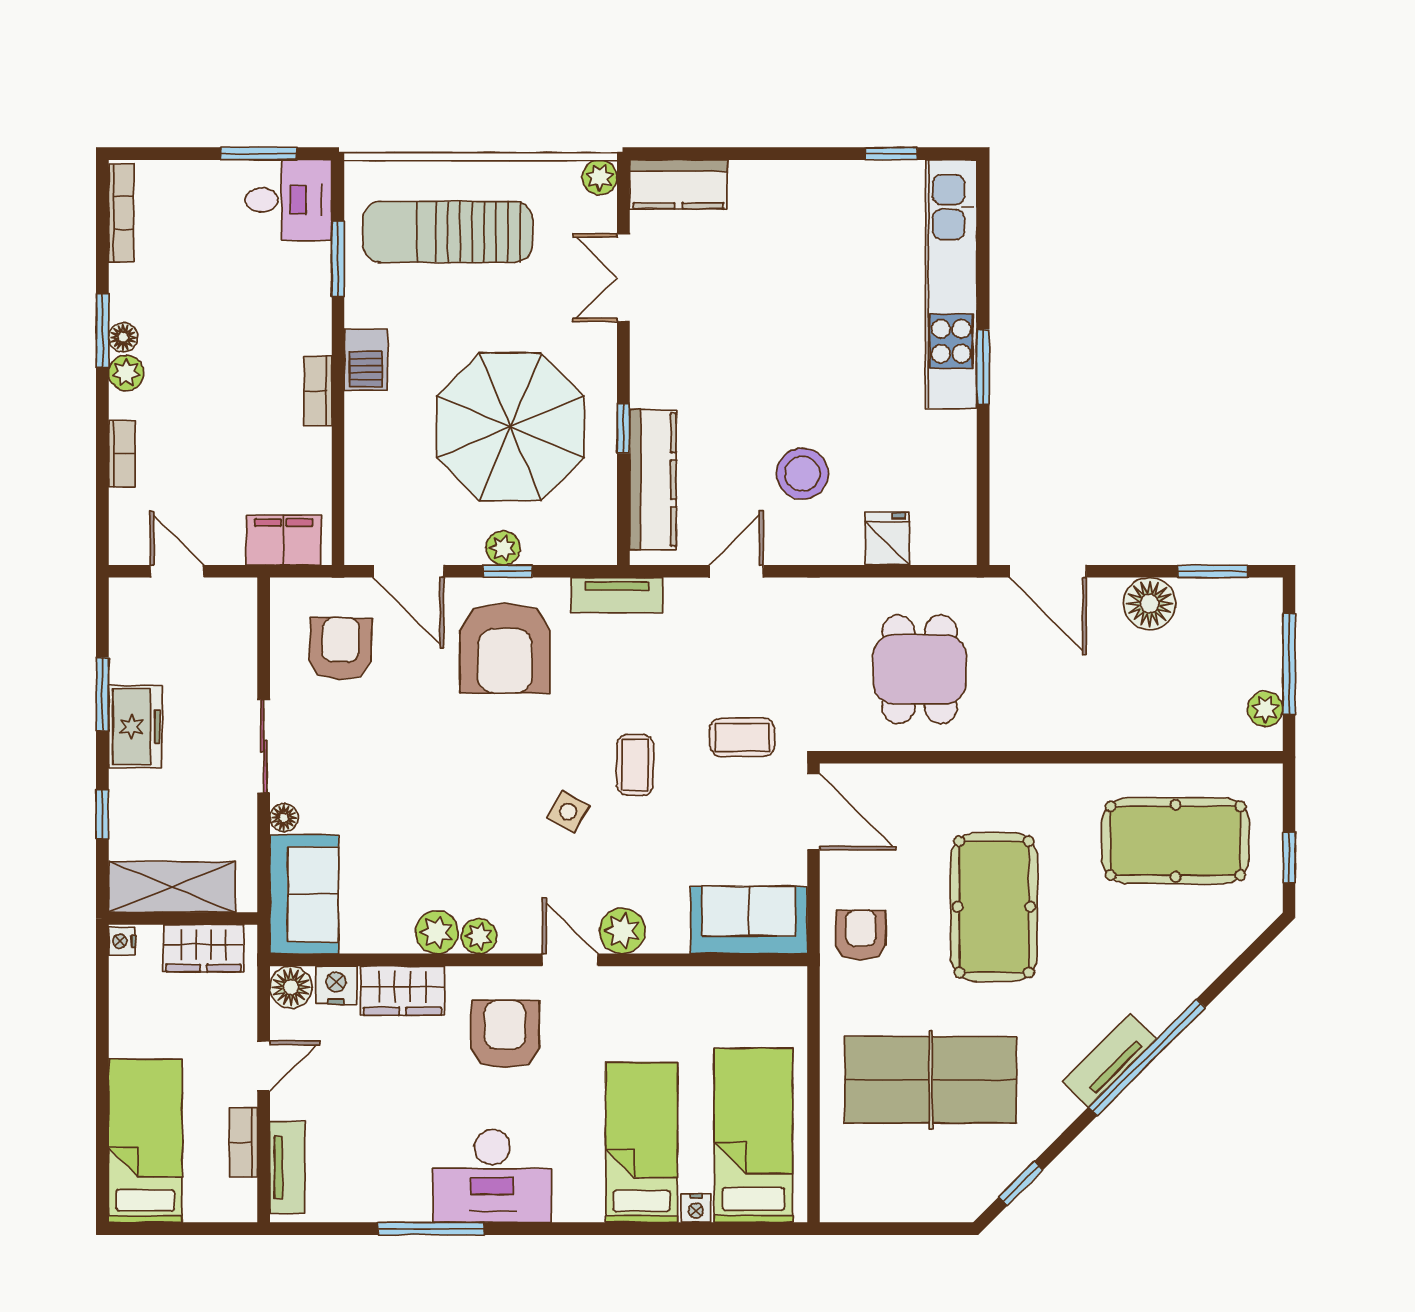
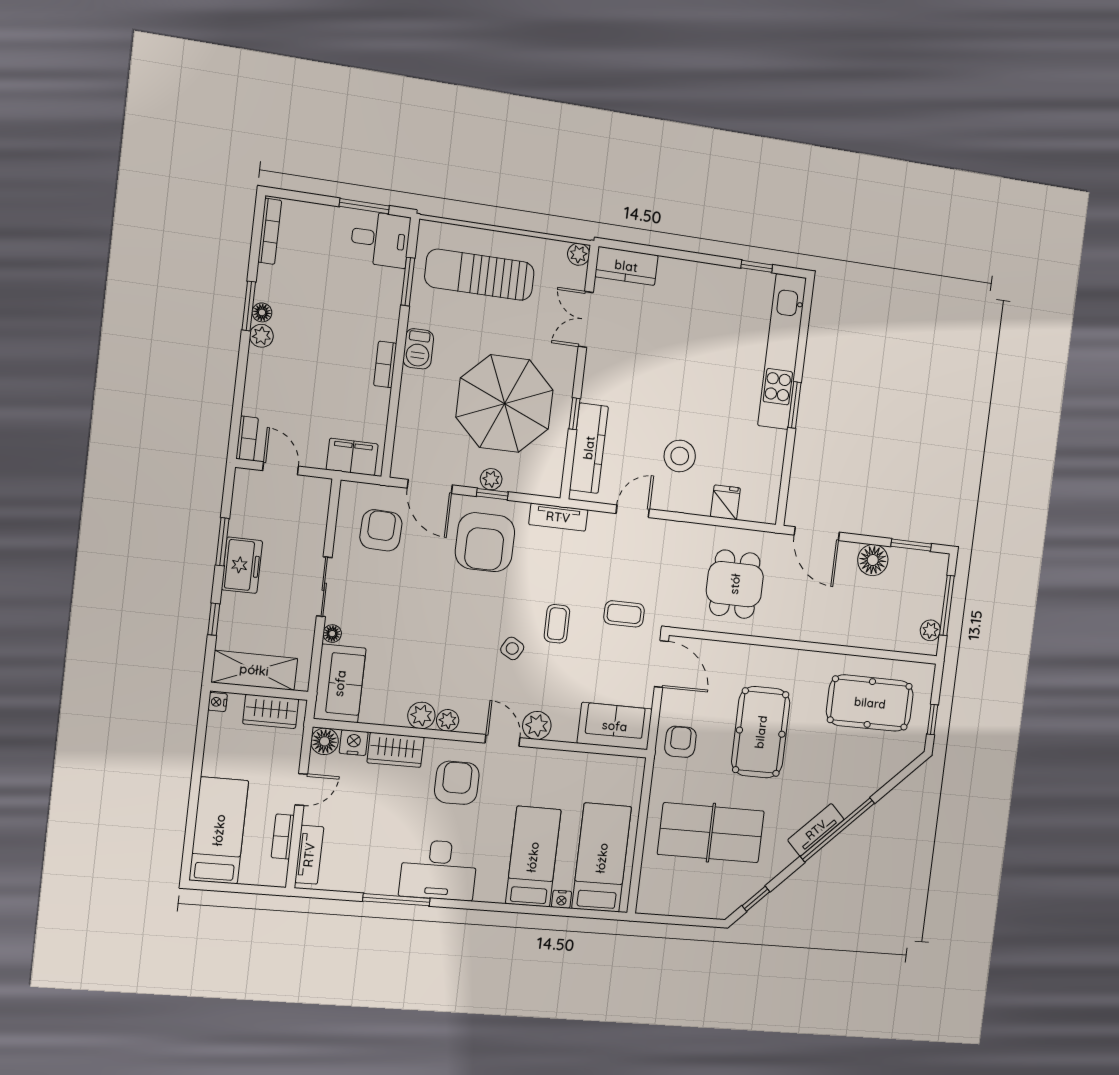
bookcase: (122, 454) -> (247, 438), moved

